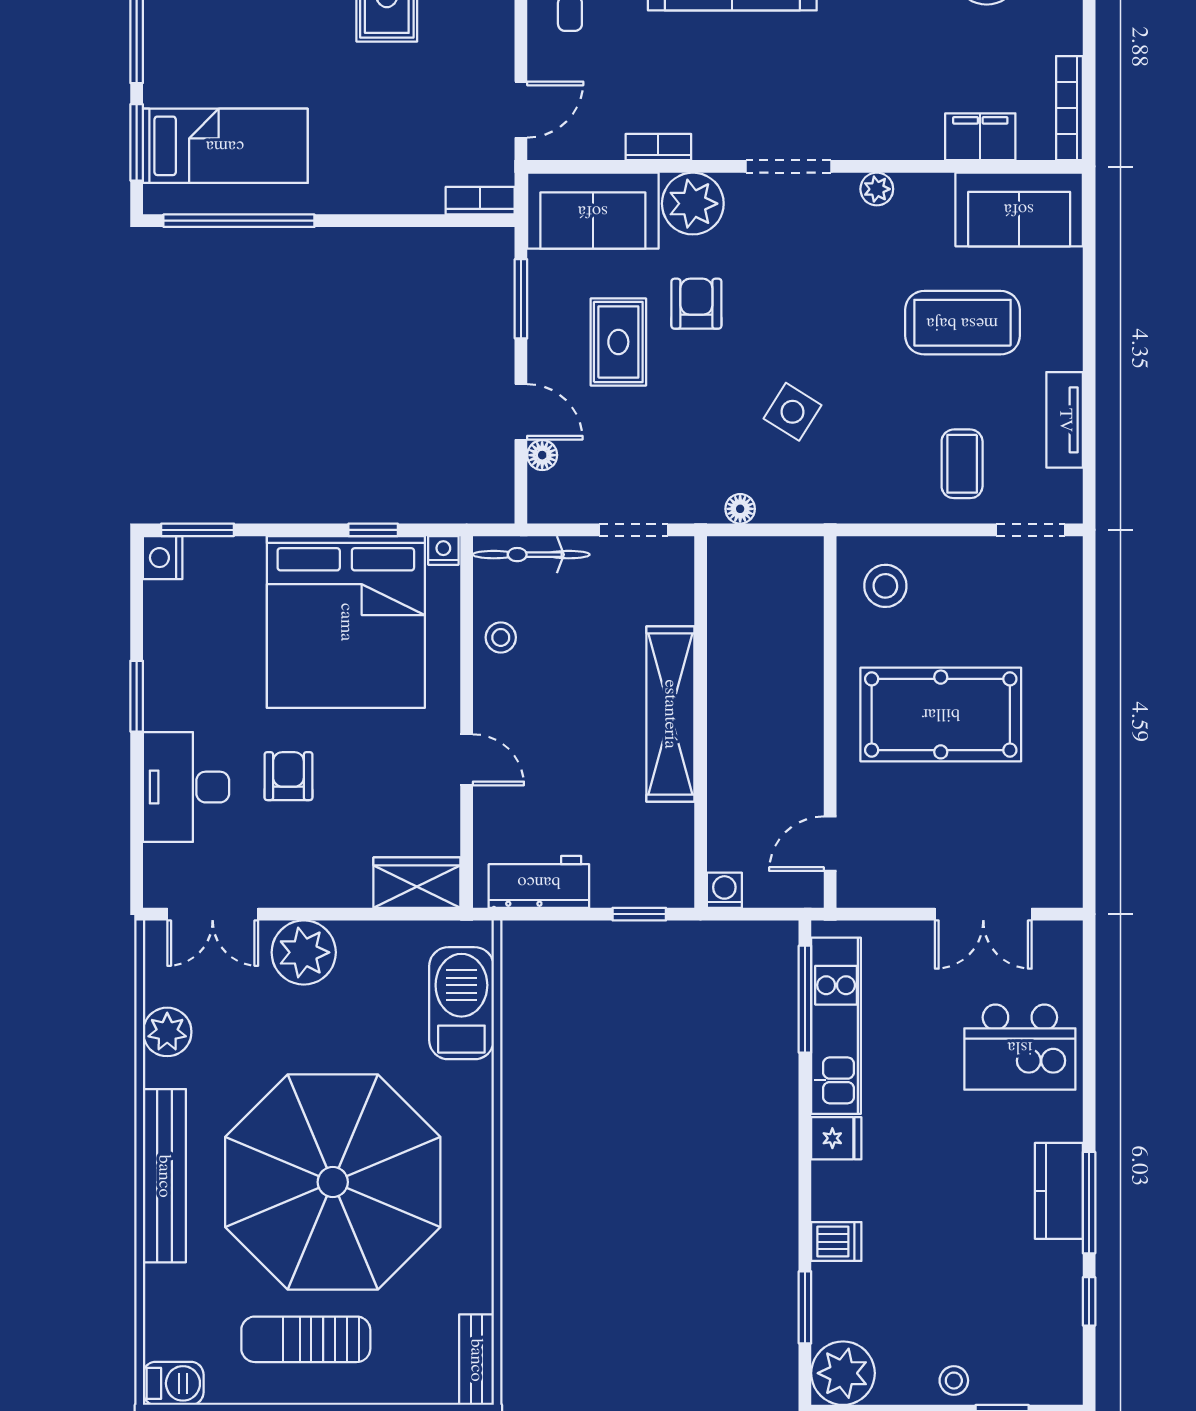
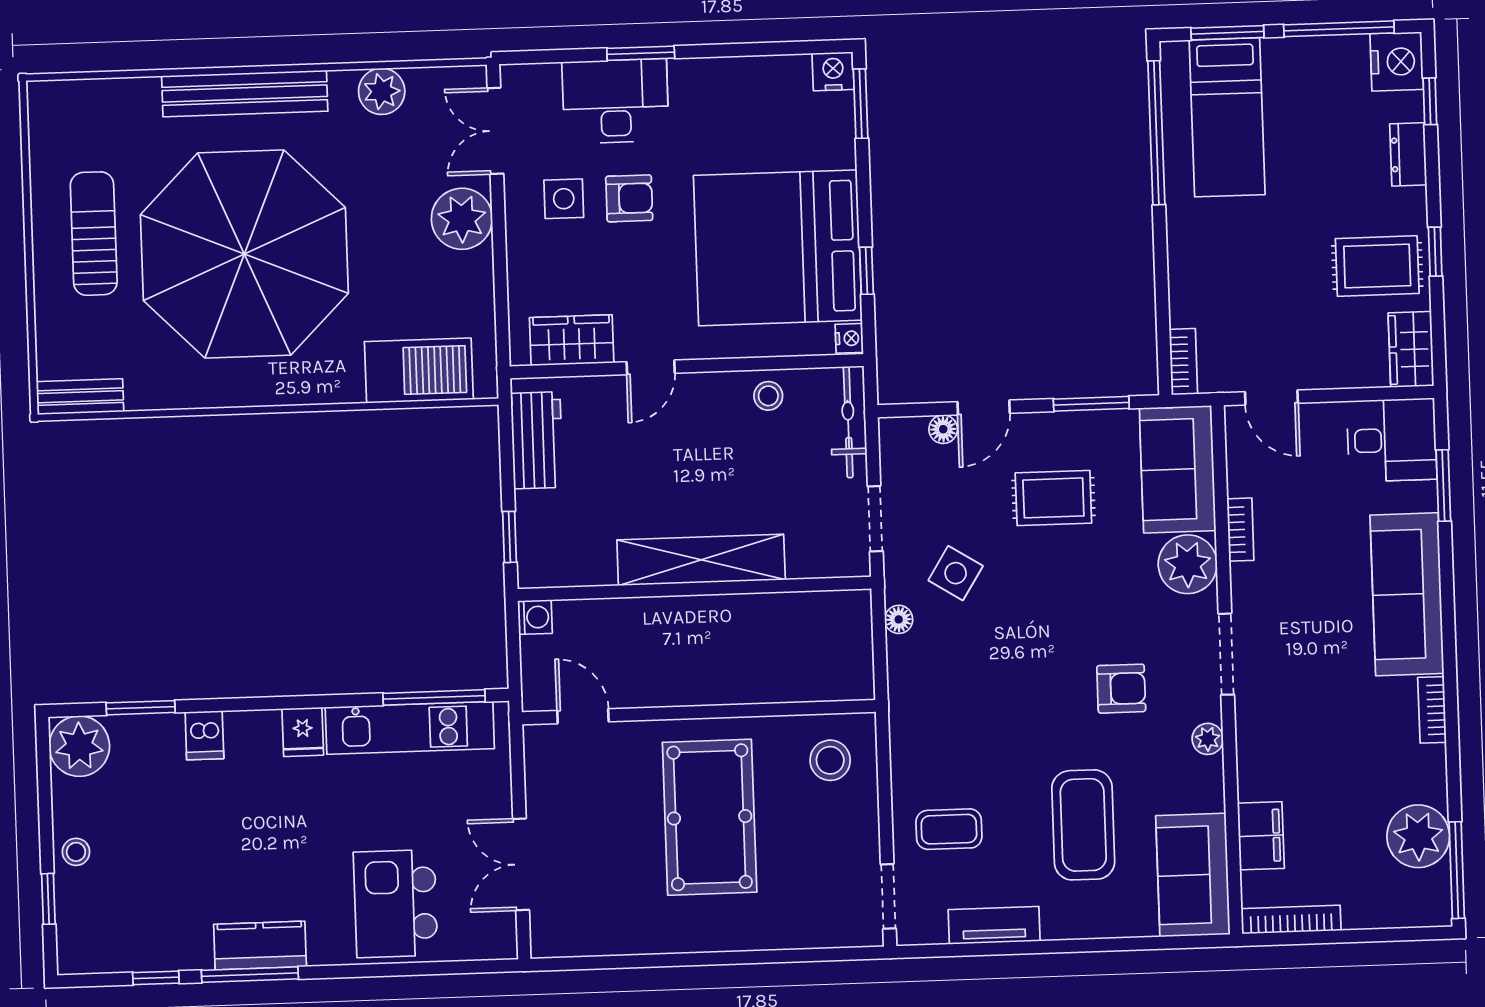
armchair: (696, 304) -> (1121, 689), moved
side table: (793, 412) -> (956, 573), moved
window: (137, 696) -> (641, 53), moved
side table: (286, 845) -> (564, 199), added
wardrobe: (417, 883) -> (572, 340), moved, turned -90
barbecue: (173, 1383) -> (47, 109), removed

